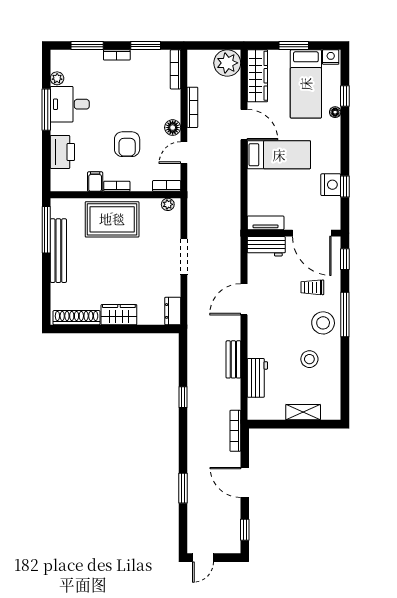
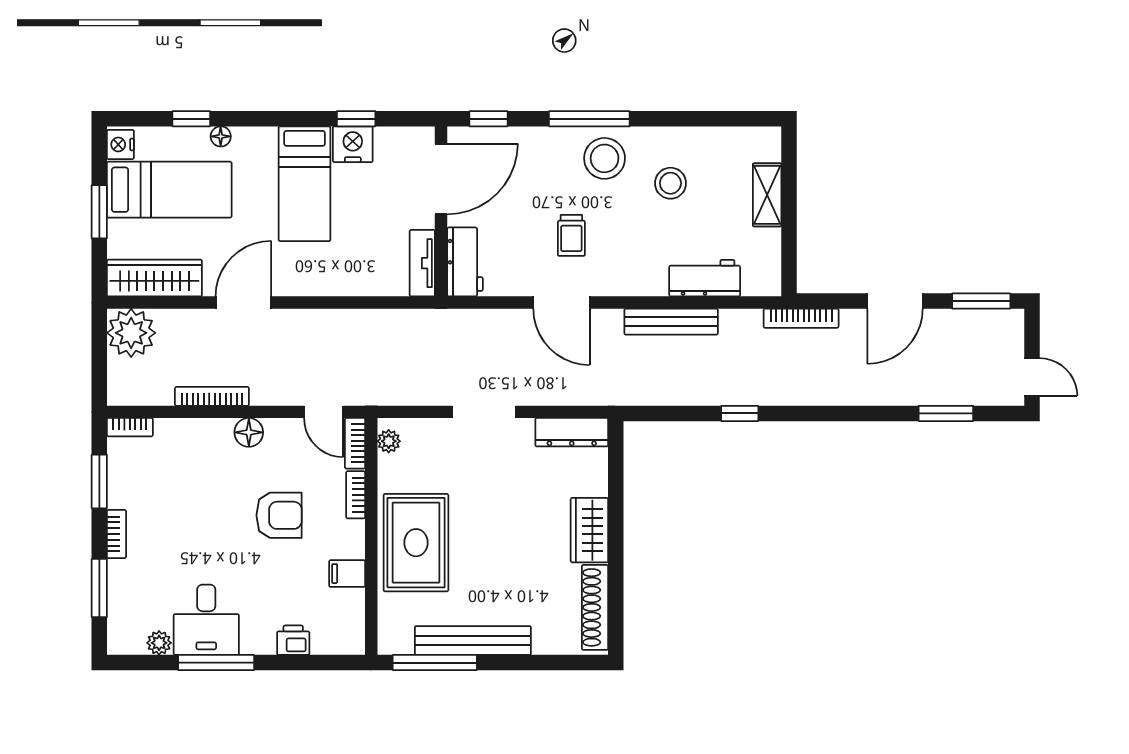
bookcase: (175, 69) -> (130, 427), width x0.64
printer: (62, 152) -> (293, 640), width x0.53, depth x0.68
door: (184, 153) -> (324, 412), moved
bed: (279, 155) -> (305, 184), moved, turned 180
bookcase: (117, 186) -> (356, 495), moved
trolley: (312, 287) -> (571, 235), moved
dresser: (173, 311) -> (572, 432), width x1.44
bench: (233, 359) -> (671, 322), width x1.36
window: (183, 488) -> (946, 413), moved
window: (245, 530) -> (981, 301), width x1.50

